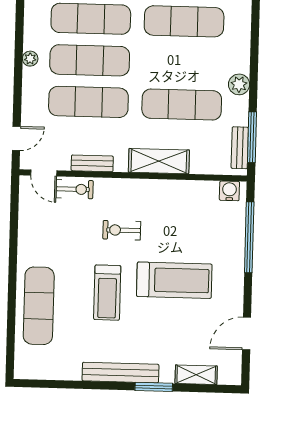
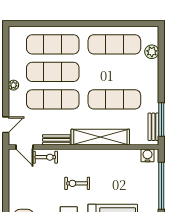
plant: (30, 59) -> (13, 85), moved
plant: (239, 84) -> (152, 52), moved
shelving: (159, 161) -> (100, 137), width x1.47

